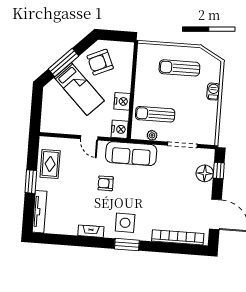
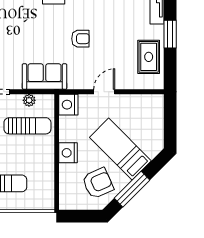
window: (64, 63) -> (132, 189), moved
nightstand: (122, 101) -> (68, 153), moved
door: (89, 138) -> (104, 92), hinge flipped
sofa: (131, 154) -> (45, 77), width x0.73

